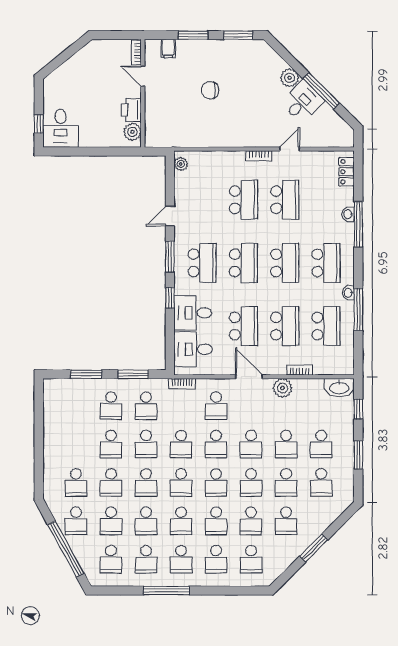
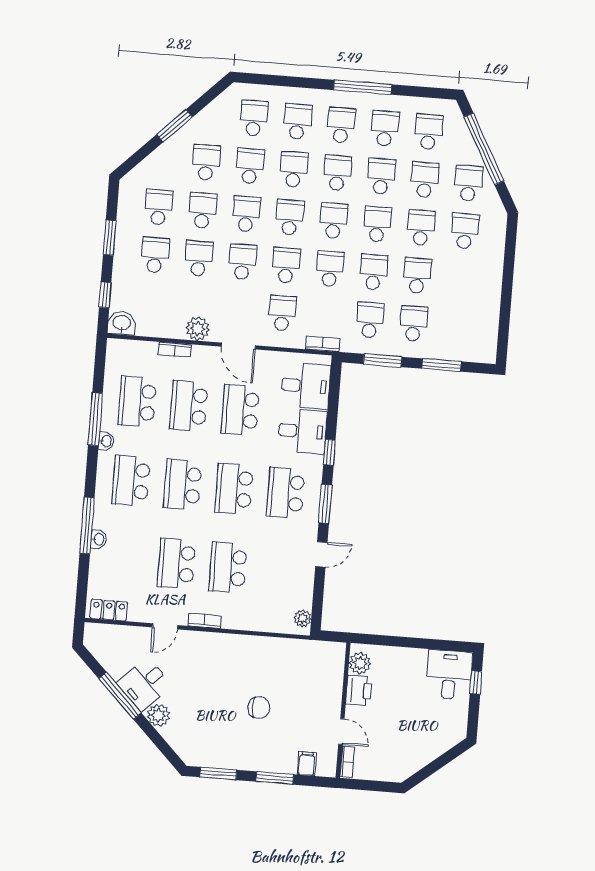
locker: (347, 172) -> (109, 610), moved, turned -90
washbasin: (339, 388) -> (122, 323), width x0.72

